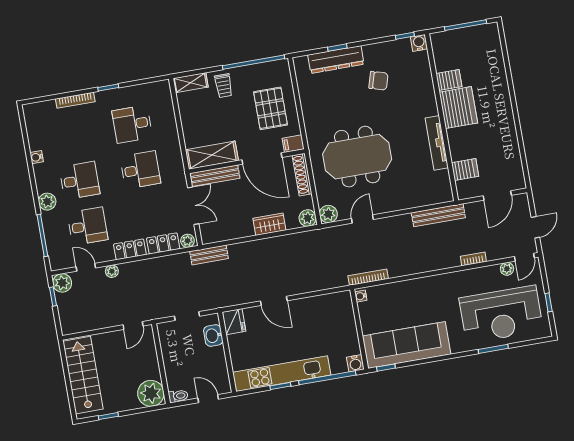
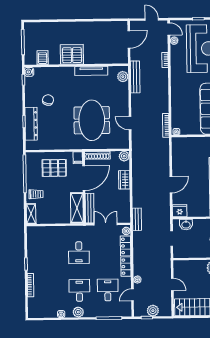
server rack: (449, 80) -> (43, 58), moved
desk: (132, 124) -> (50, 253), removed
desk: (140, 170) -> (79, 253), turned 180
server rack: (465, 170) -> (110, 56), removed
door: (497, 195) -> (129, 39), hinge flipped
plant: (47, 202) -> (78, 312), moved
plant: (328, 214) -> (123, 77), moved
plant: (62, 283) -> (153, 311), moved
door: (133, 325) -> (172, 284), moved

